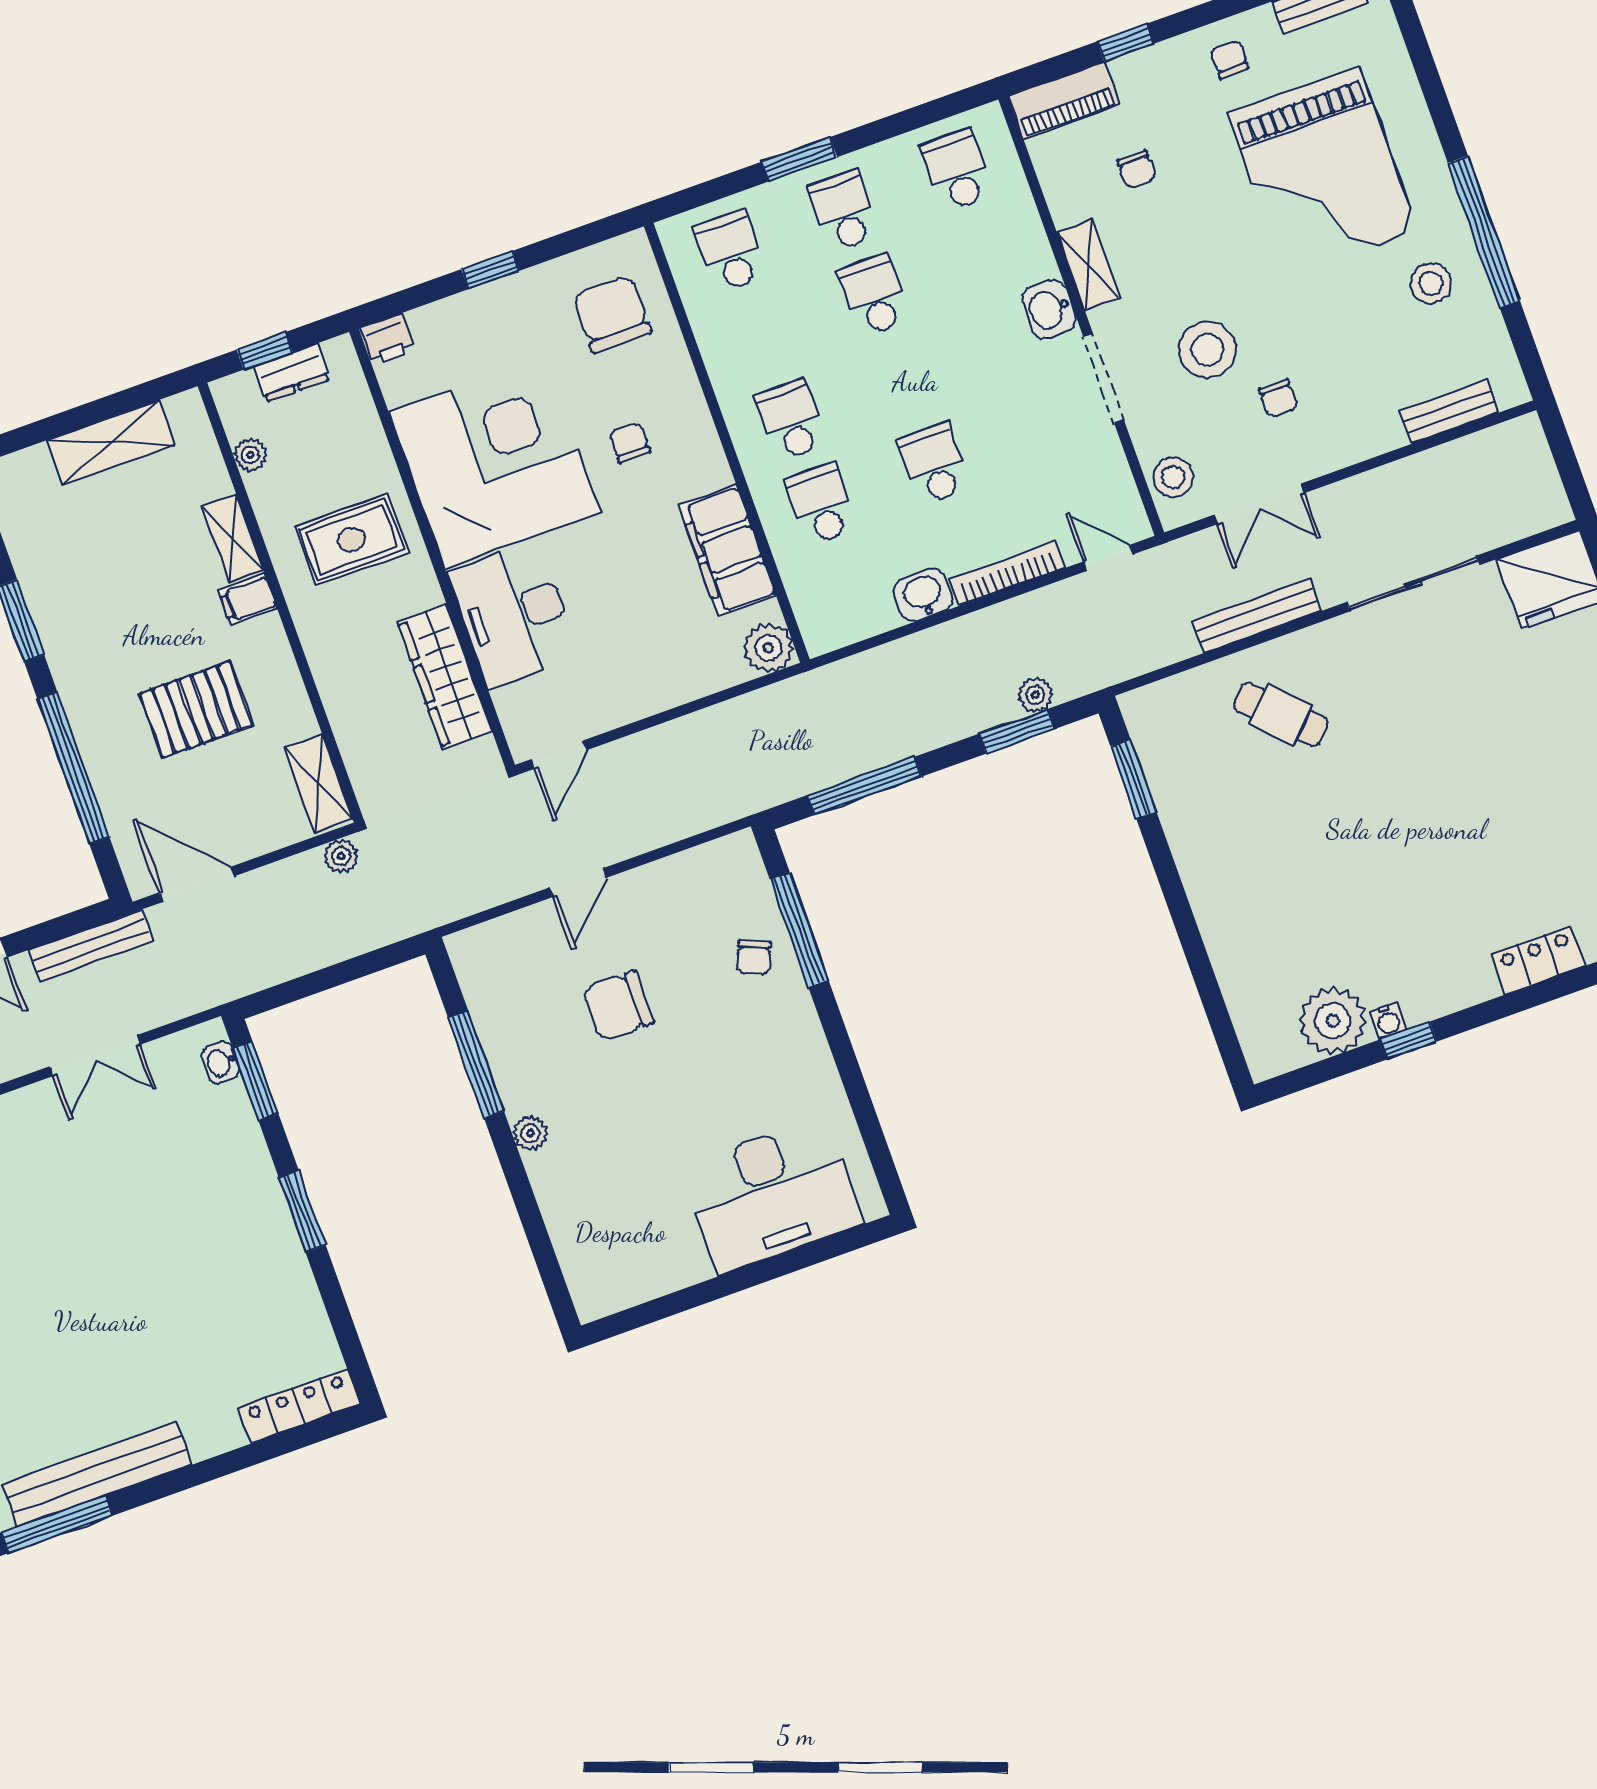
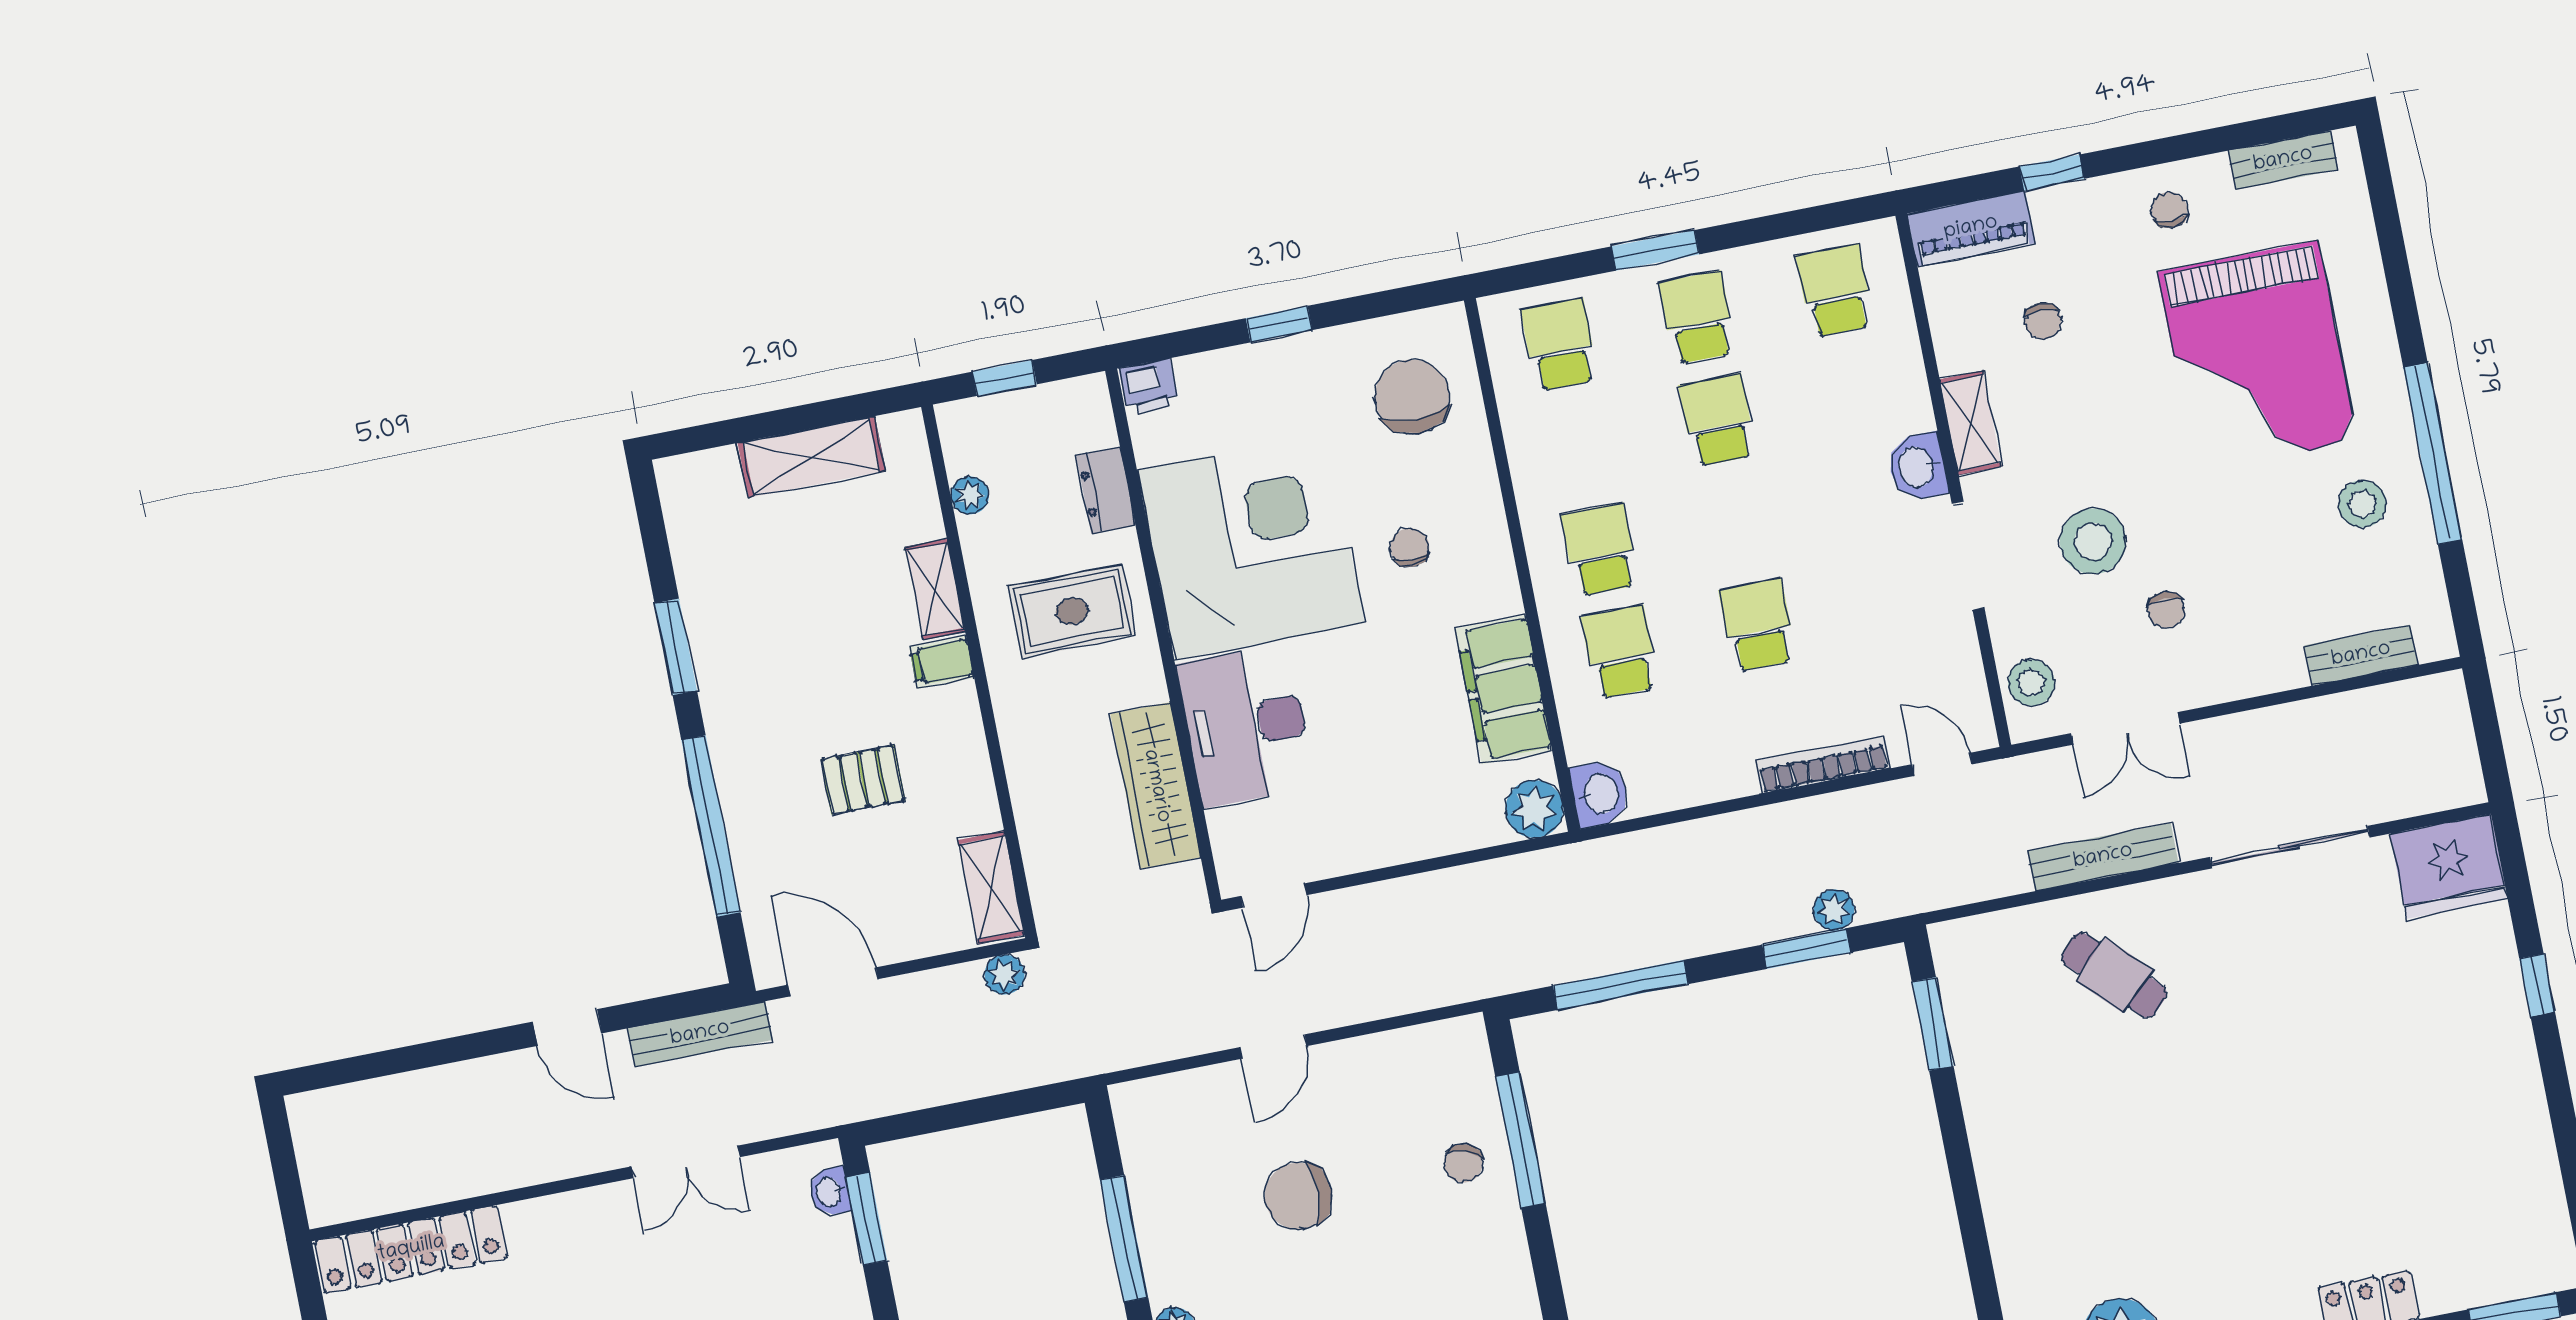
dresser: (292, 373) -> (1106, 490), moved, turned 90
washbasin: (923, 595) -> (1600, 794), moved, turned 90
pallet: (196, 709) -> (863, 780), width x0.67, depth x0.71

